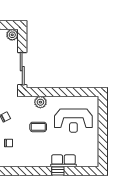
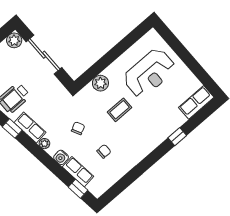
sliding door: (22, 69) -> (44, 55), moved
row of seats: (63, 161) -> (196, 102), moved

